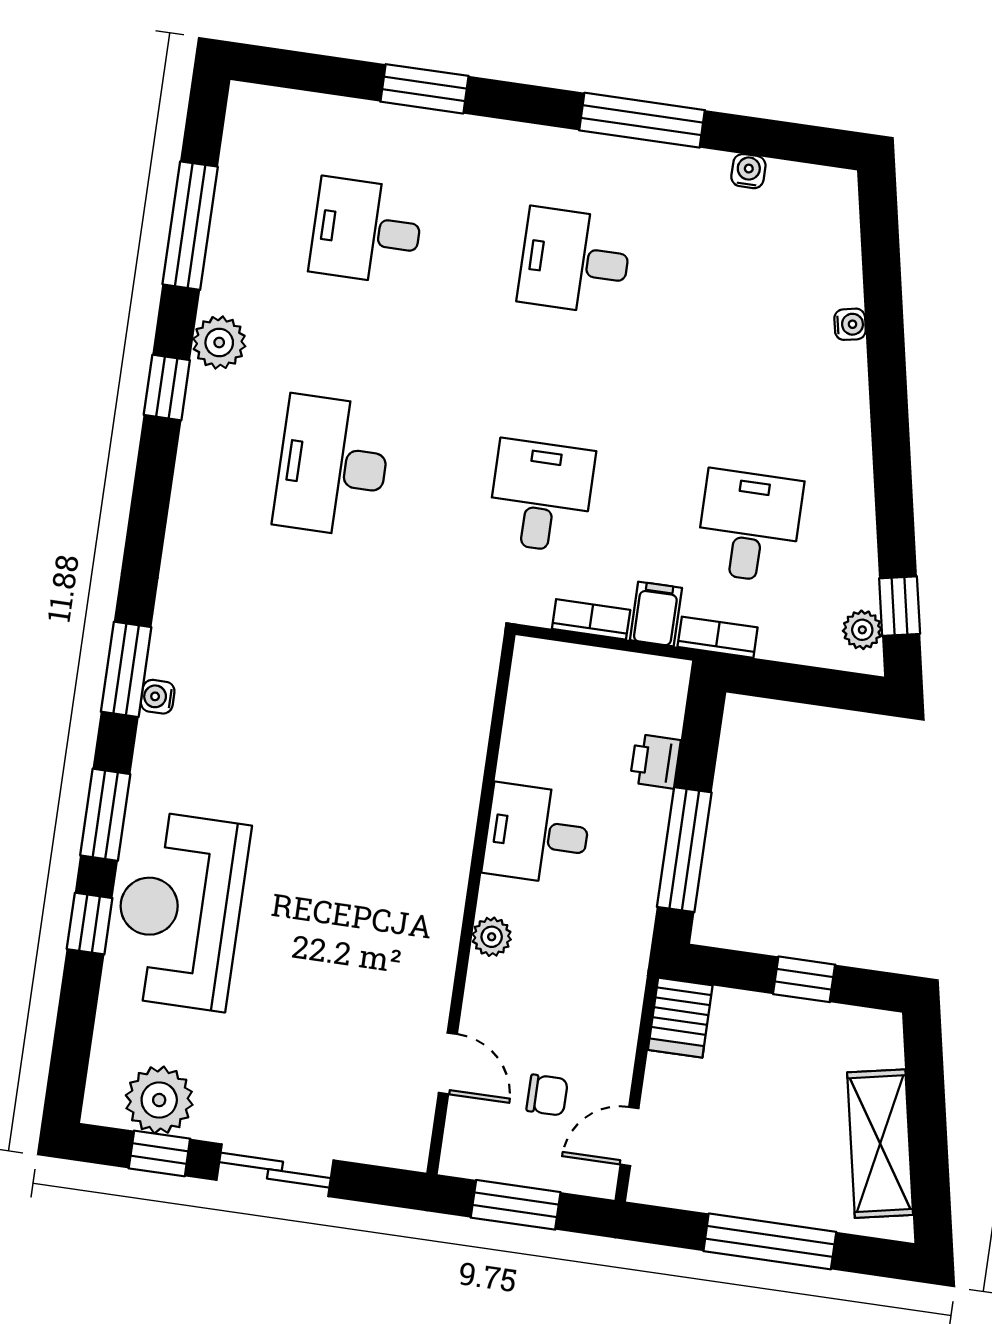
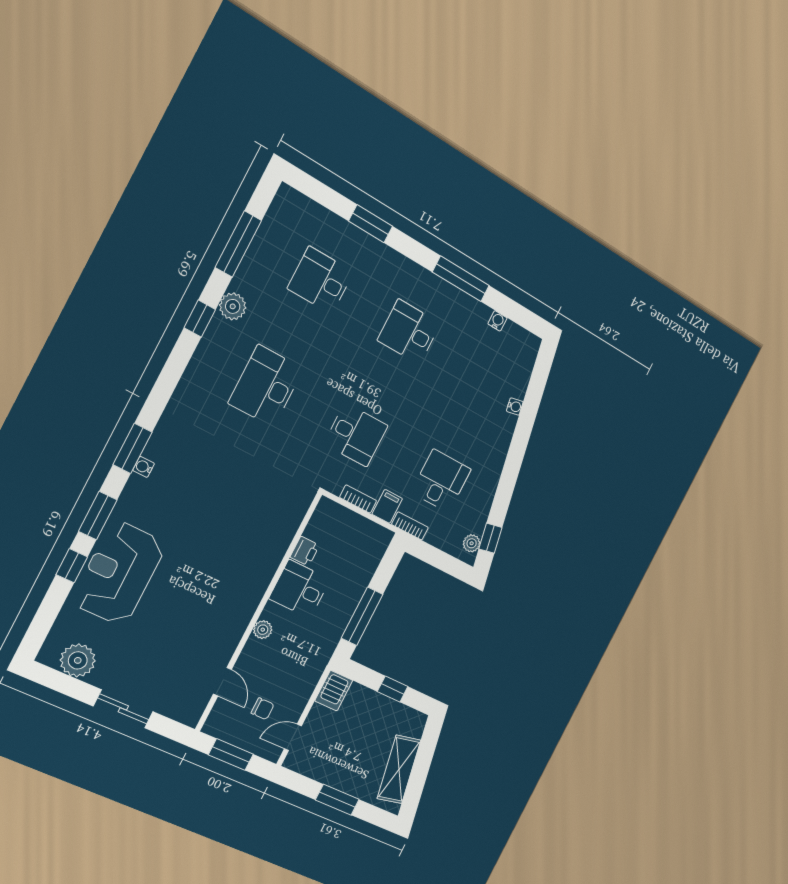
desk: (541, 496) -> (356, 435), turned 90
printer: (655, 761) -> (305, 551), moved, turned 180
window: (159, 1153) -> (69, 686), removed
window: (770, 1241) -> (337, 800), width x0.69

